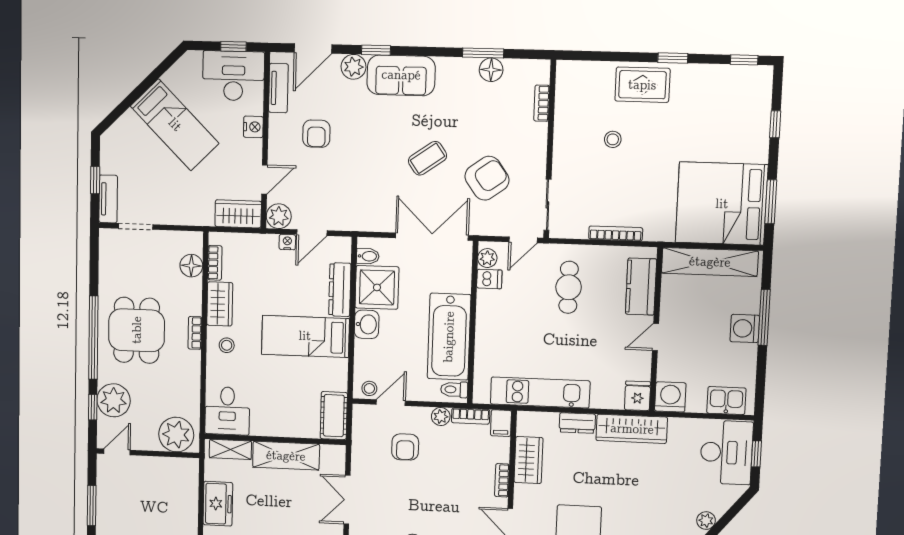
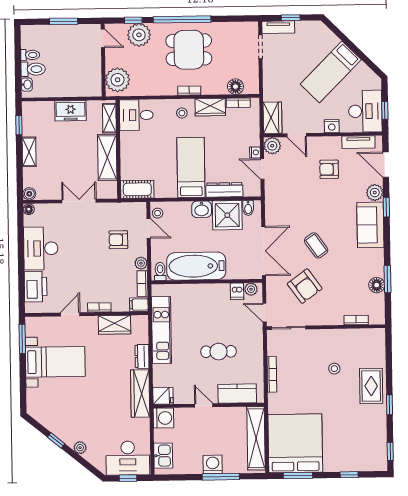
cafe table: (569, 287) -> (219, 352), moved

